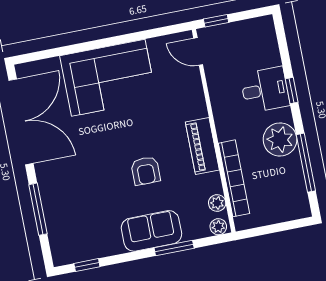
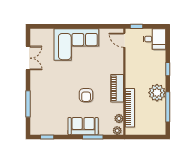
desk: (265, 90) -> (154, 39), moved
double door: (21, 122) -> (28, 58), width x0.54

